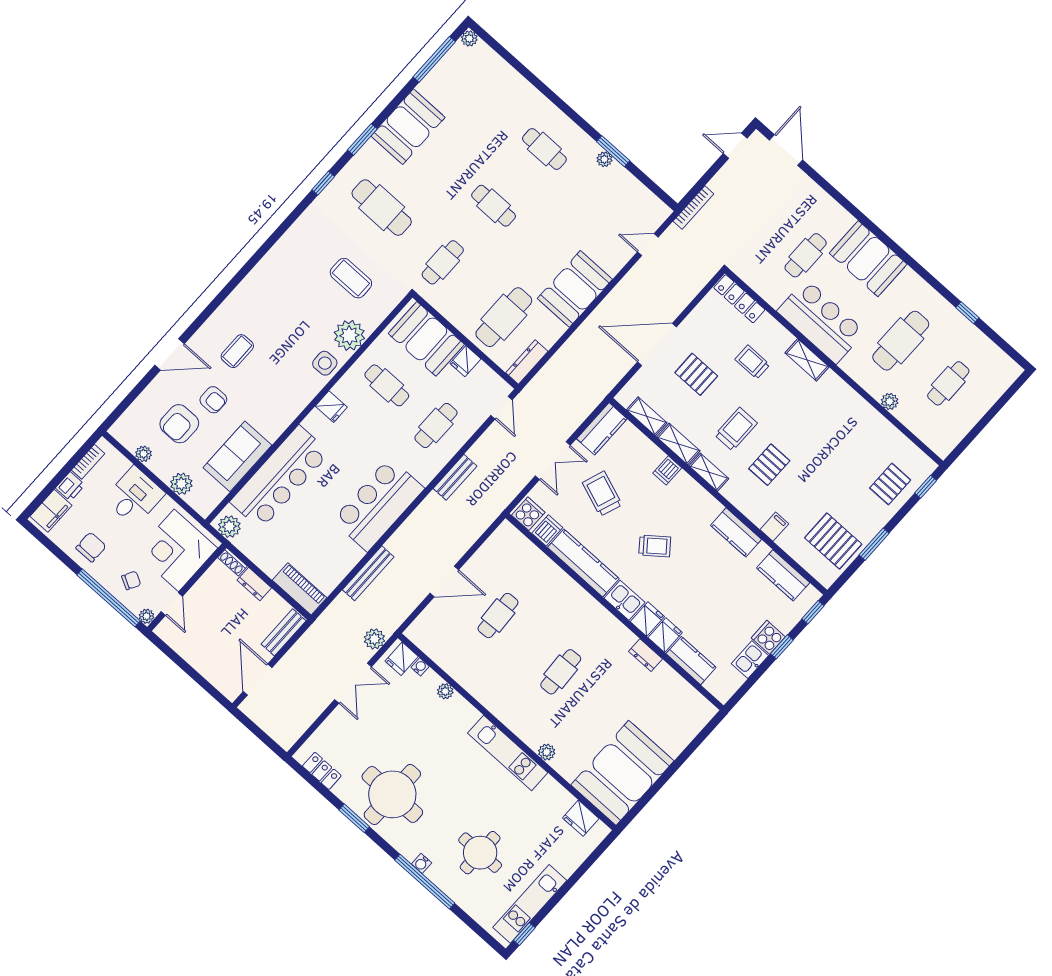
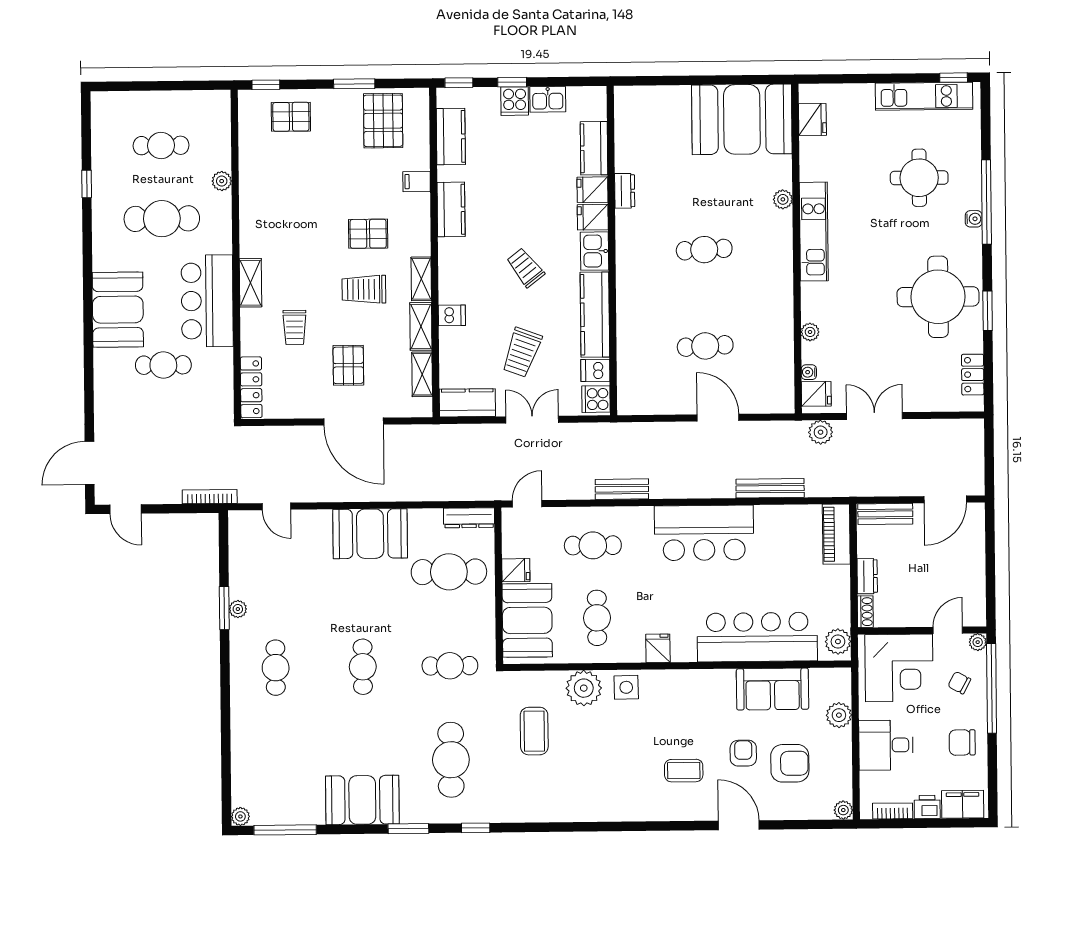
plant: (144, 454) -> (843, 810), moved

